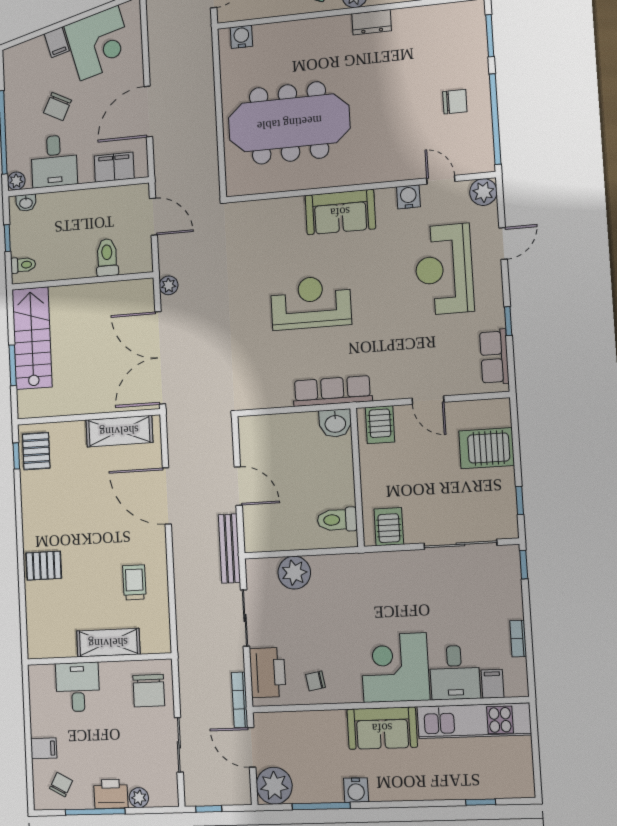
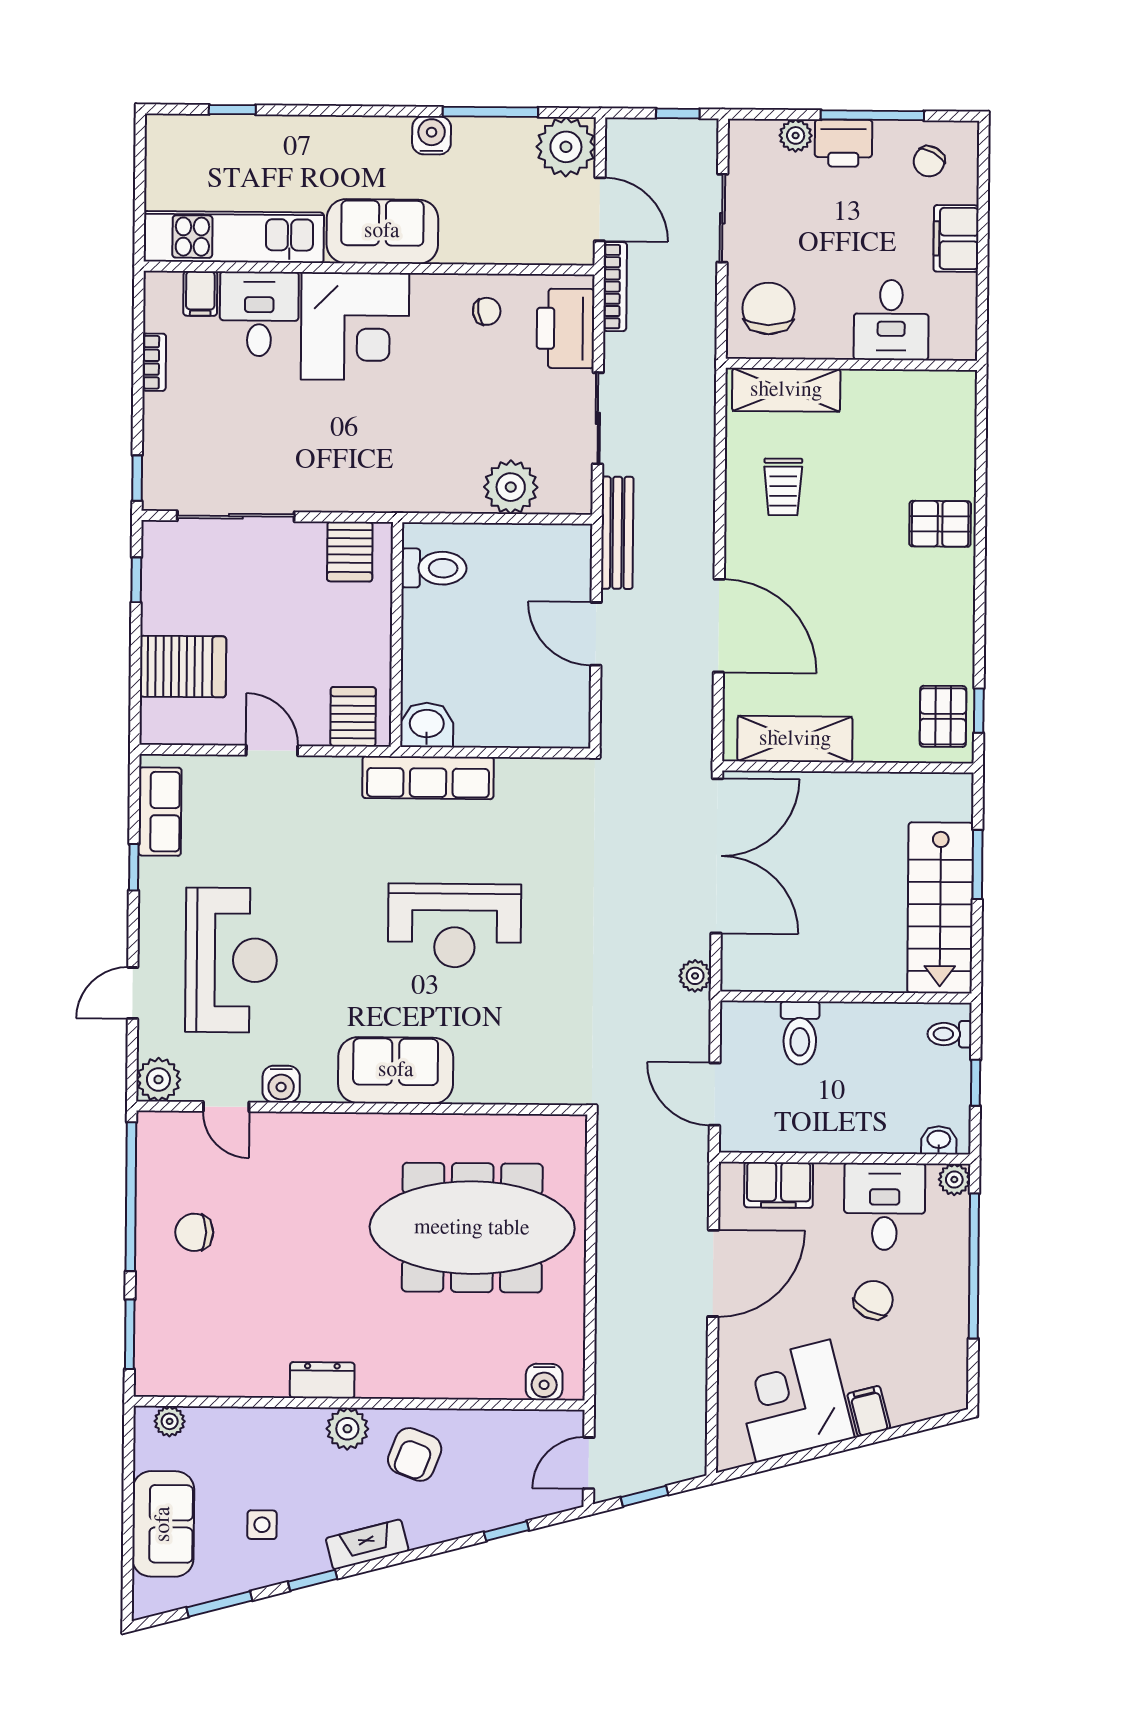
shelving: (108, 643) -> (786, 390), moved
filing cabinet: (44, 748) -> (956, 238), width x2.00

